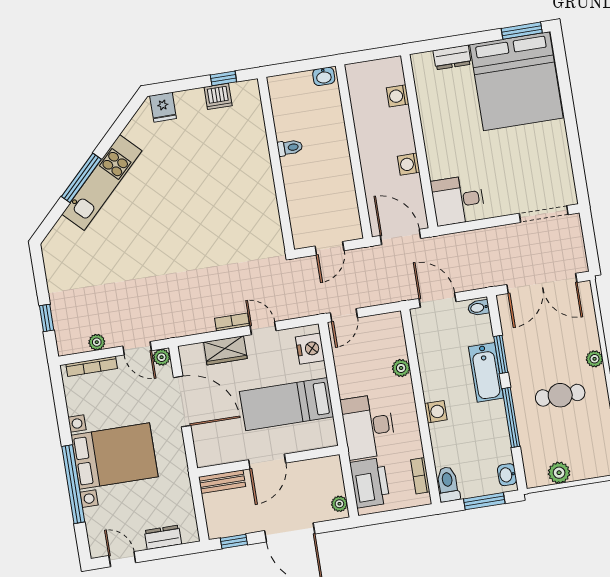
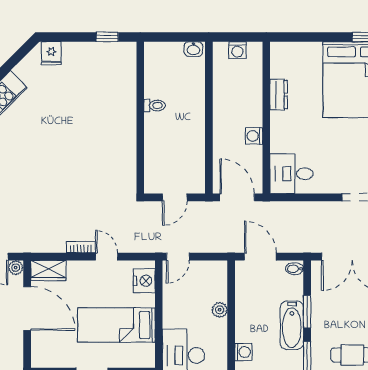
dresser: (452, 57) -> (279, 95), moved, turned -90
dishwasher: (218, 96) -> (100, 52), removed
washing machine: (398, 96) -> (237, 50), moved, turned -90
wardrobe: (225, 350) -> (48, 271), moved

